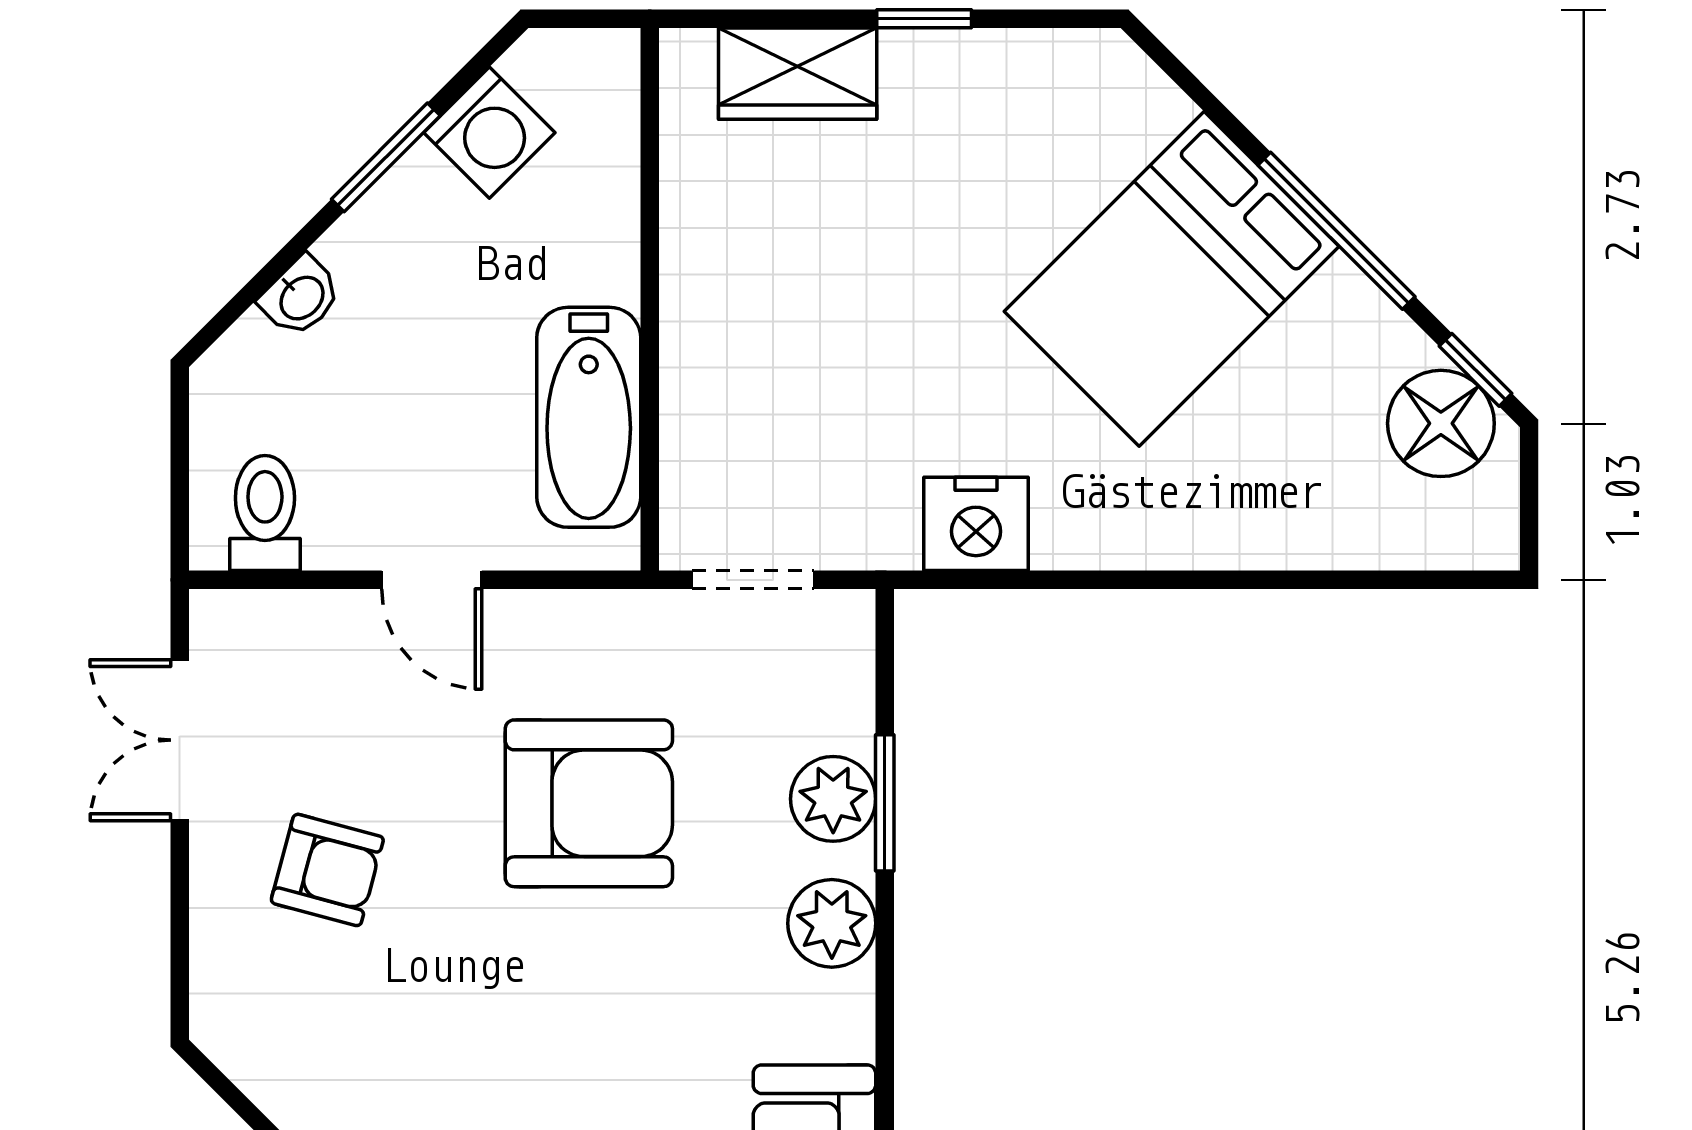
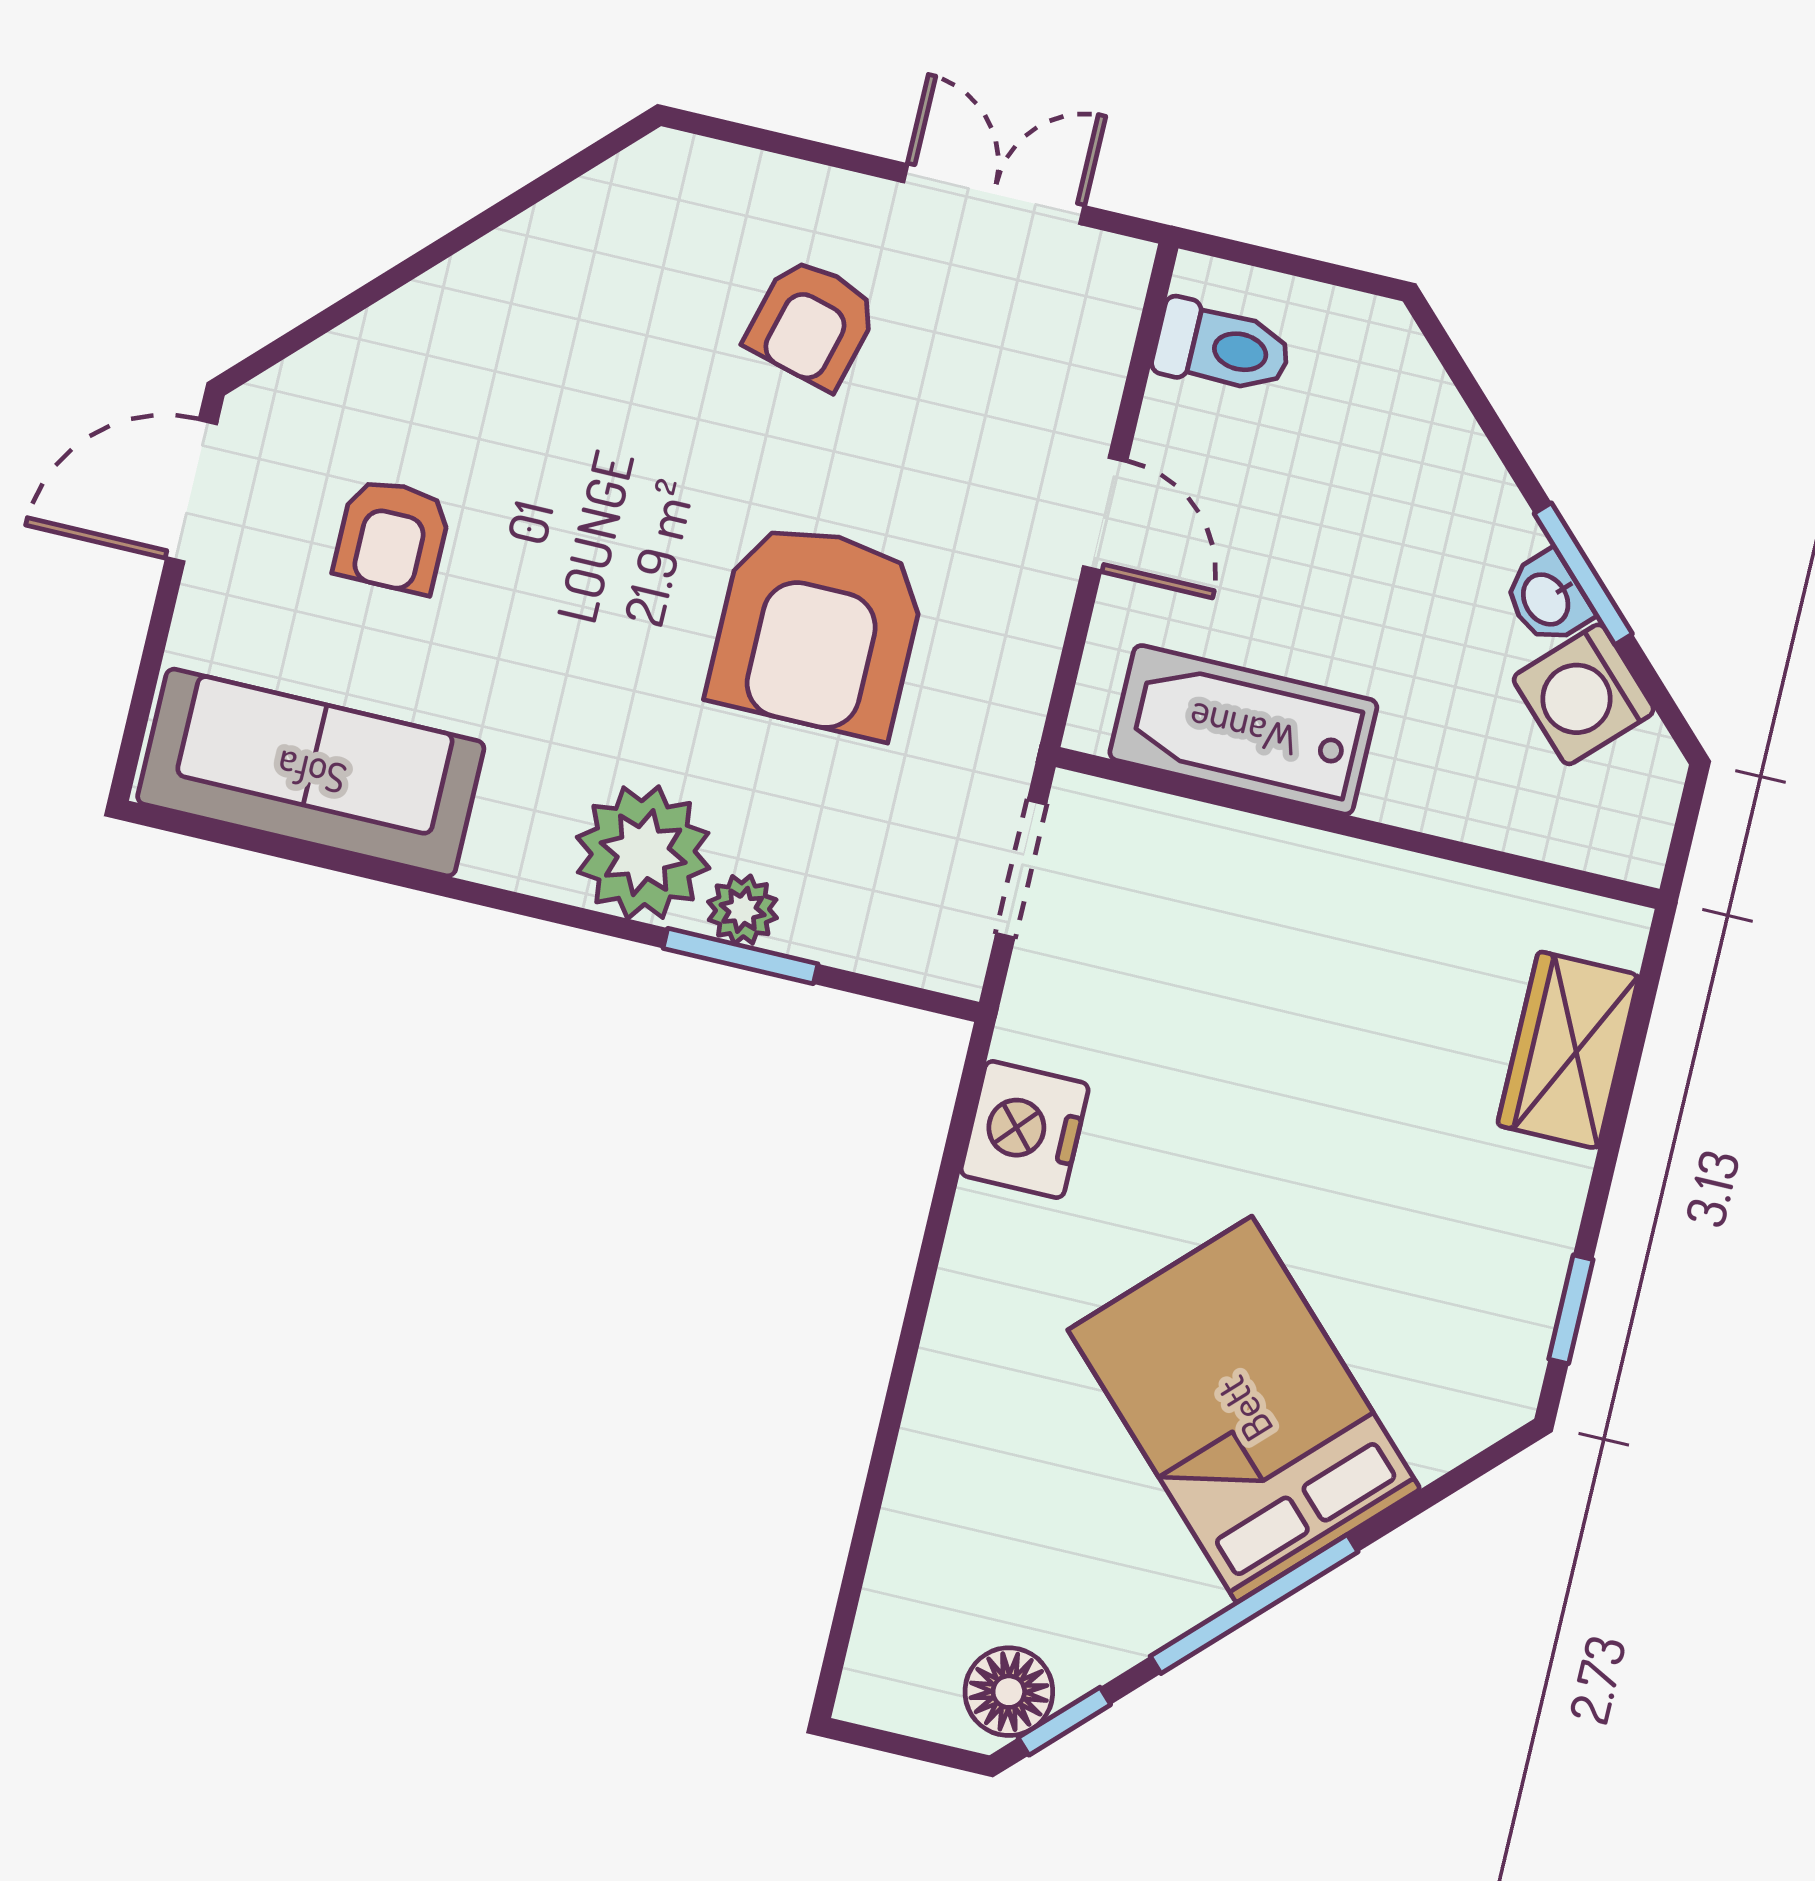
window: (924, 19) -> (1571, 1309), moved
washbasin: (301, 297) -> (1547, 598), moved
floor lamp: (1441, 423) -> (1009, 1692), width x0.73, depth x0.73
door: (432, 580) -> (1105, 514), swing flipped
plant: (833, 799) -> (743, 910), width x0.73, depth x0.73
plant: (832, 923) -> (643, 853), width x1.36, depth x1.36

